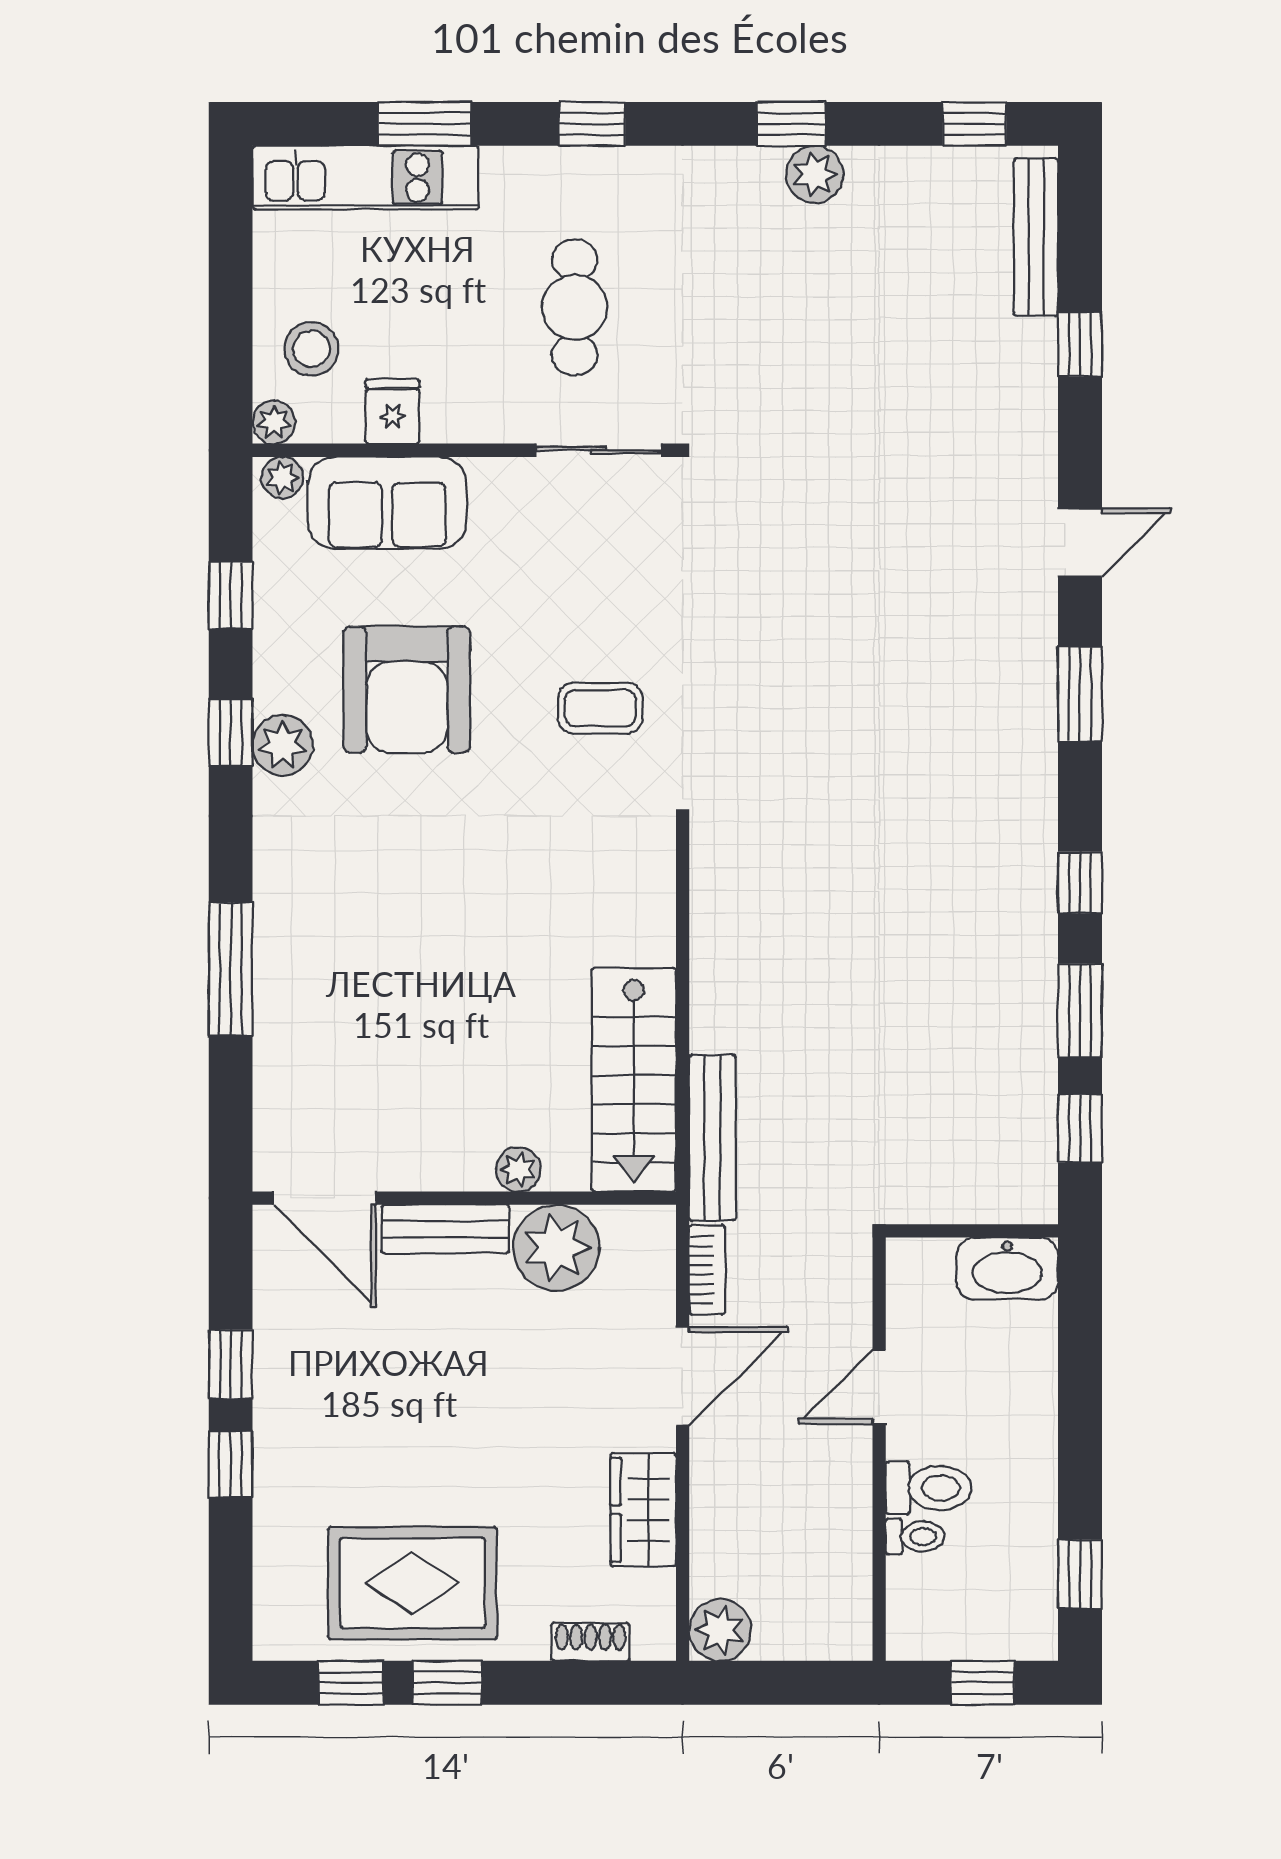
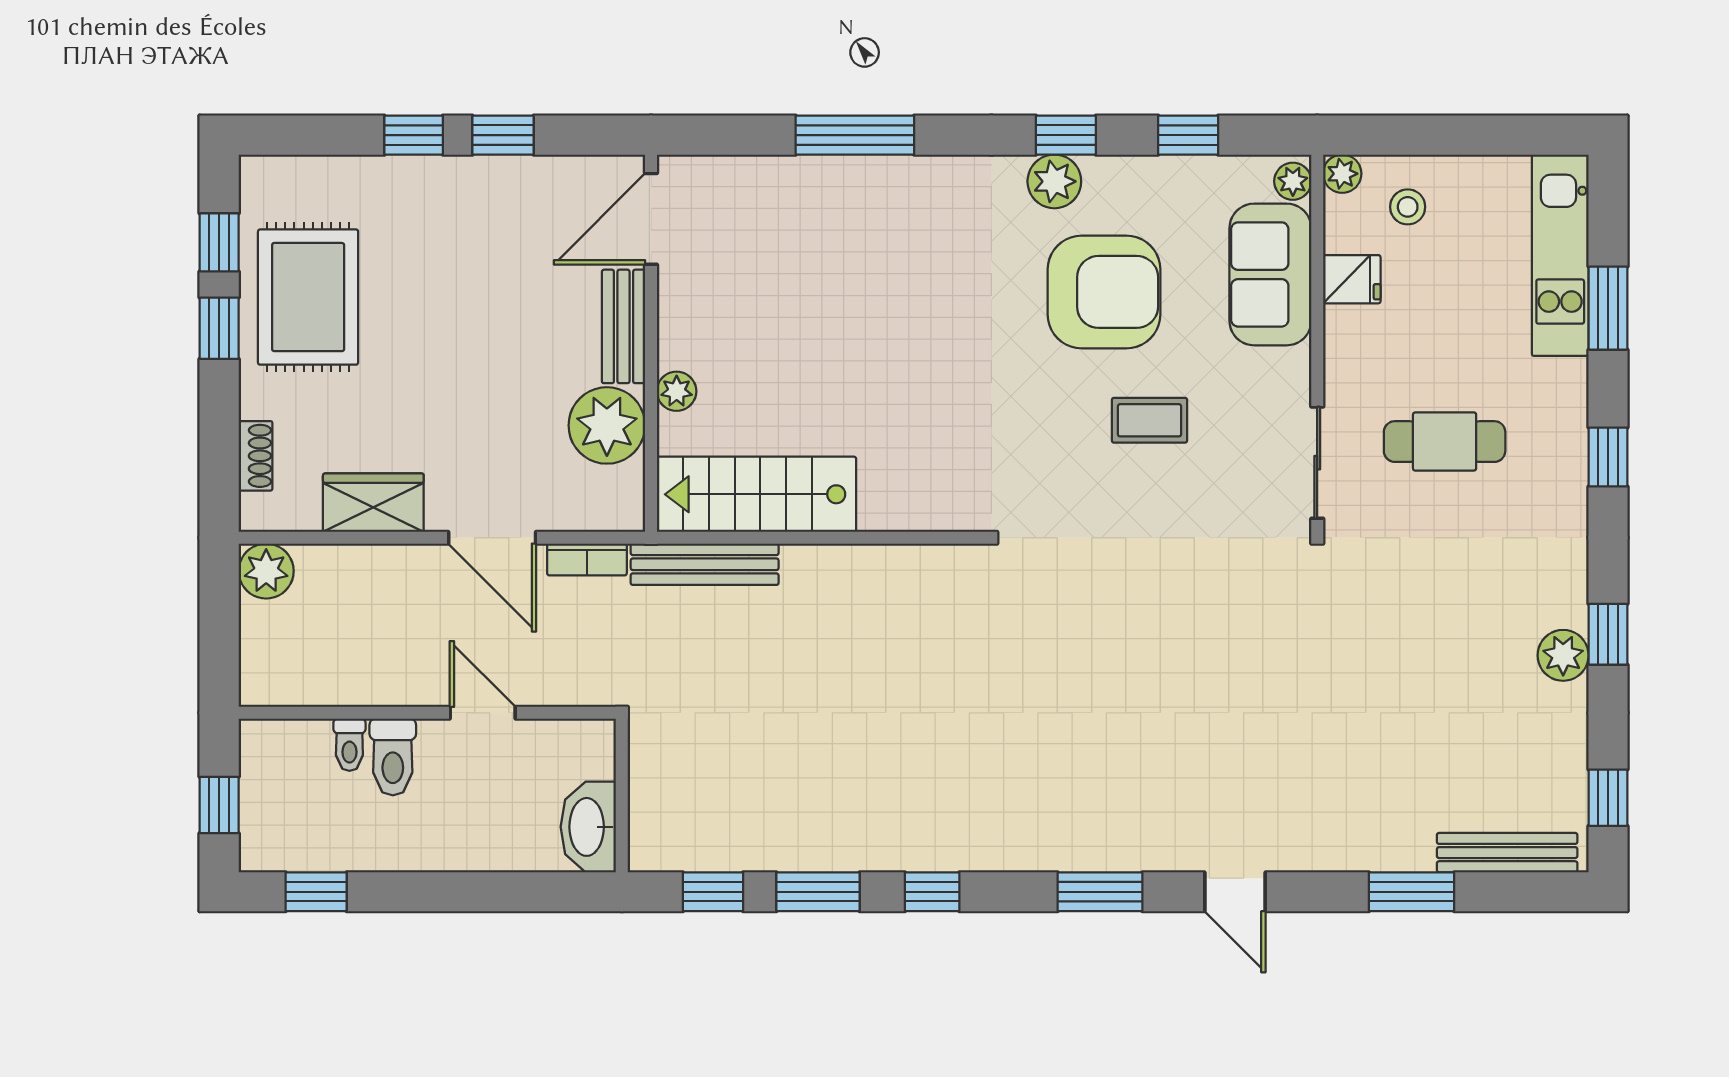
window: (1080, 344) -> (1411, 892), width x1.50
stool: (311, 349) -> (1408, 207), width x0.73, depth x0.73
armchair: (407, 690) -> (1104, 292), turned 180
coffee table: (600, 708) -> (1150, 420), moved, turned 90

